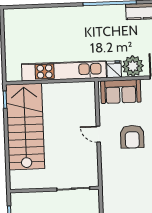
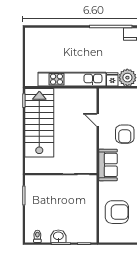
sofa: (121, 91) -> (108, 165), moved, turned -90
door: (98, 134) -> (98, 120), moved

